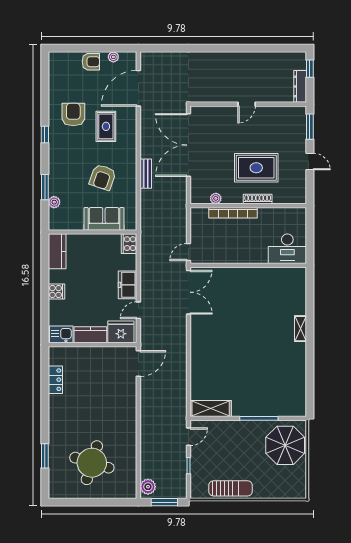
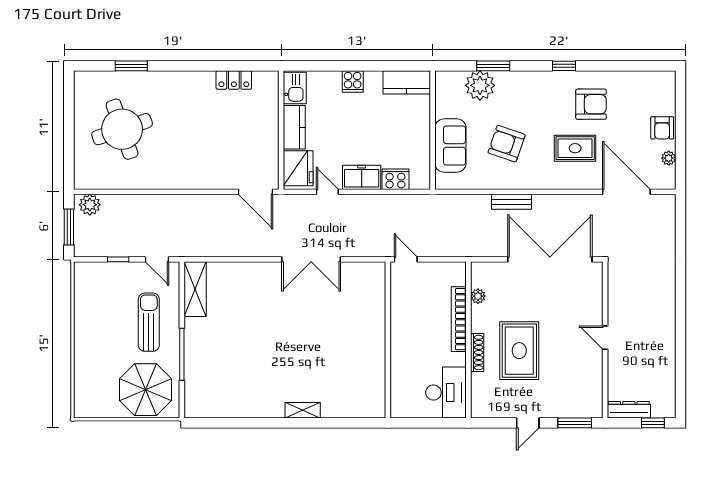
plant: (54, 202) -> (480, 85), width x1.88, depth x1.88
cooker: (129, 244) -> (395, 179), moved
desk: (287, 249) -> (446, 393), moved, turned 180
double door: (188, 292) -> (311, 259), moved
round table: (92, 463) -> (122, 129), turned -36
sun lounger: (231, 488) -> (149, 322), moved, turned 180

